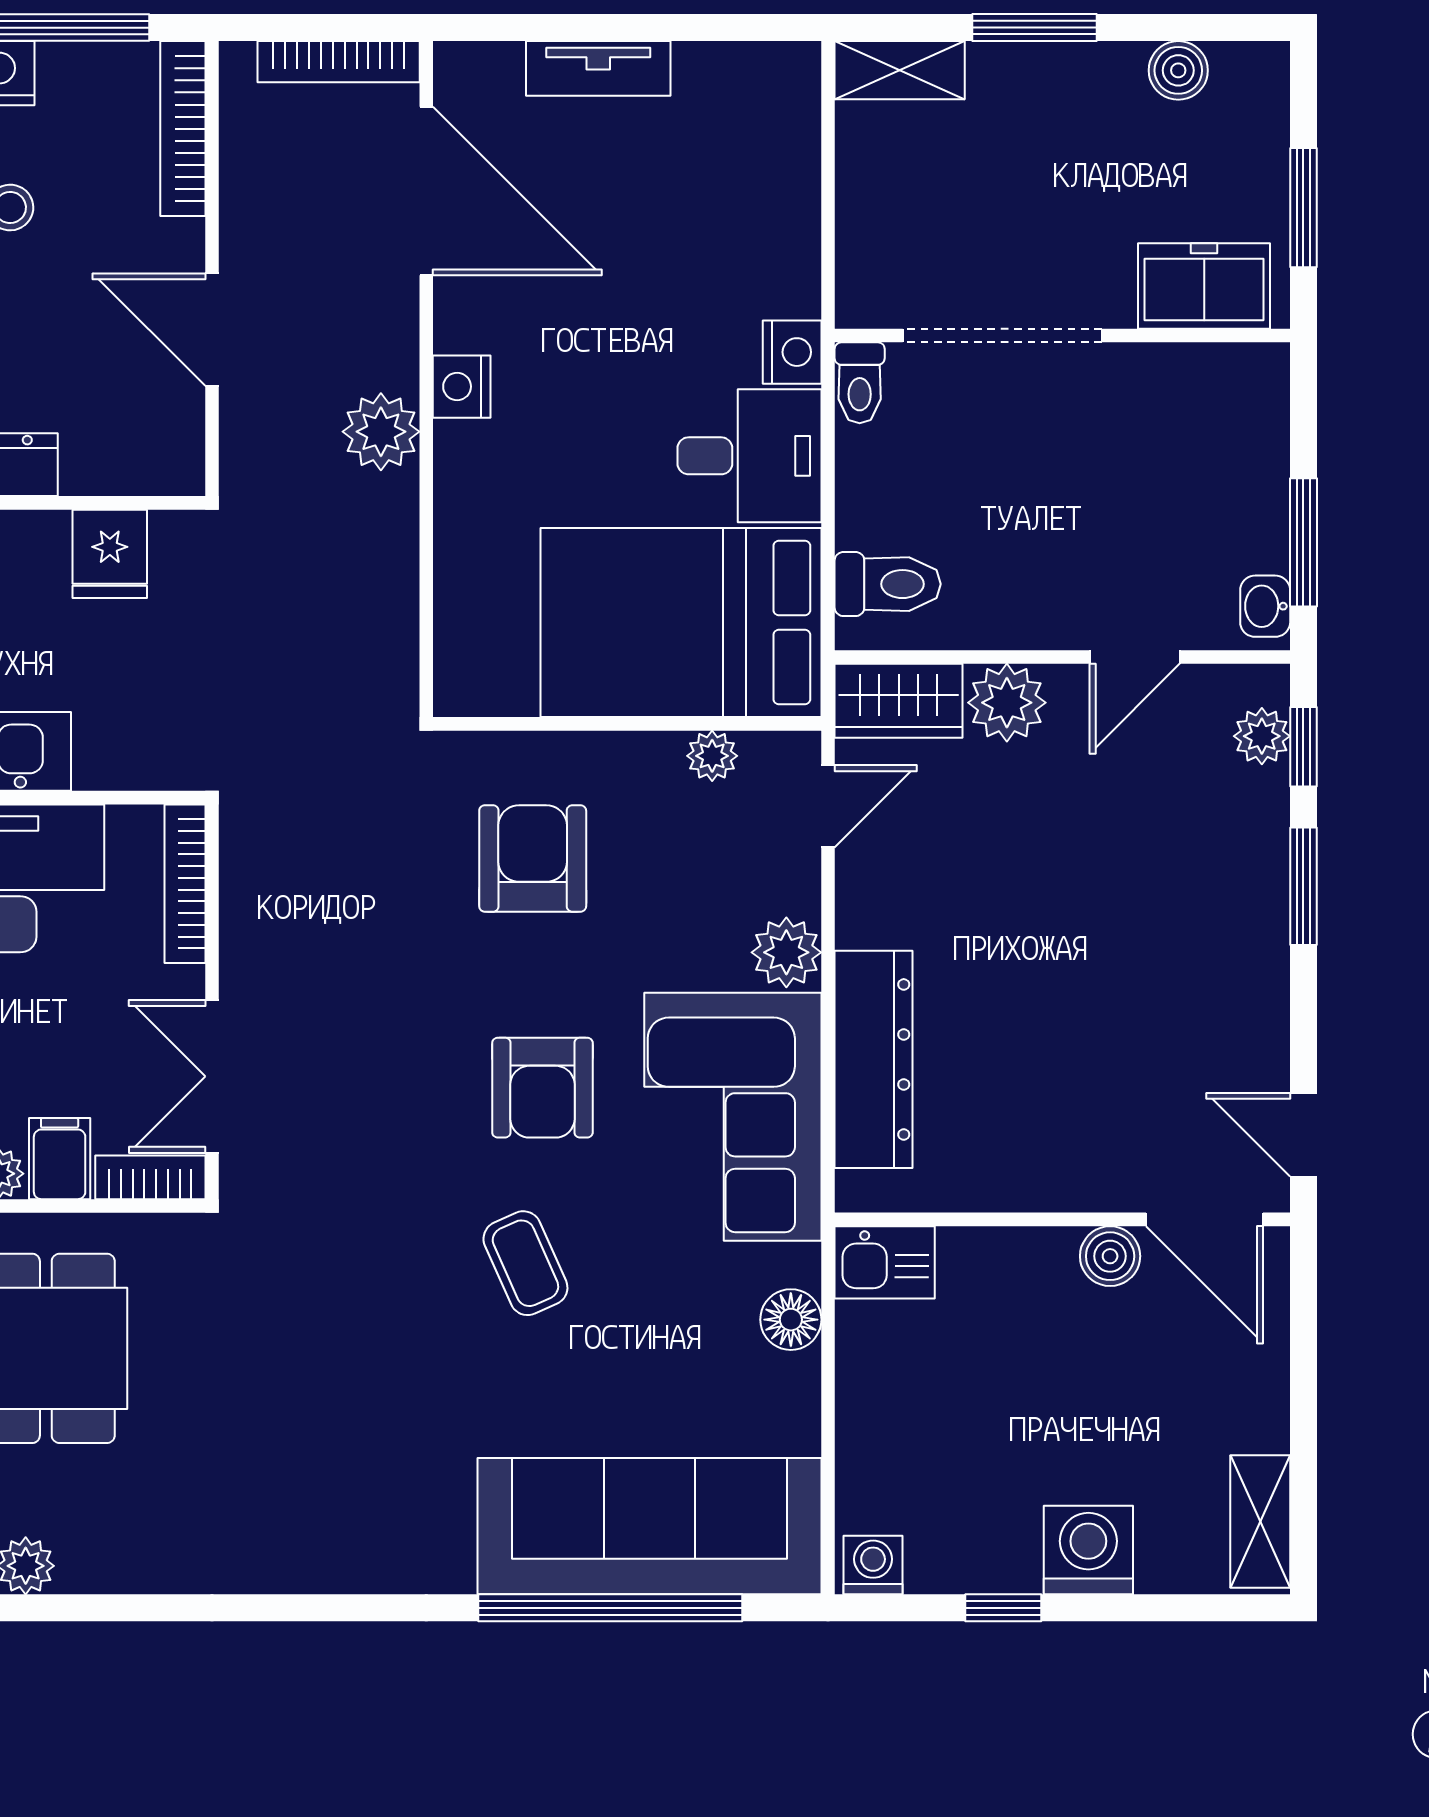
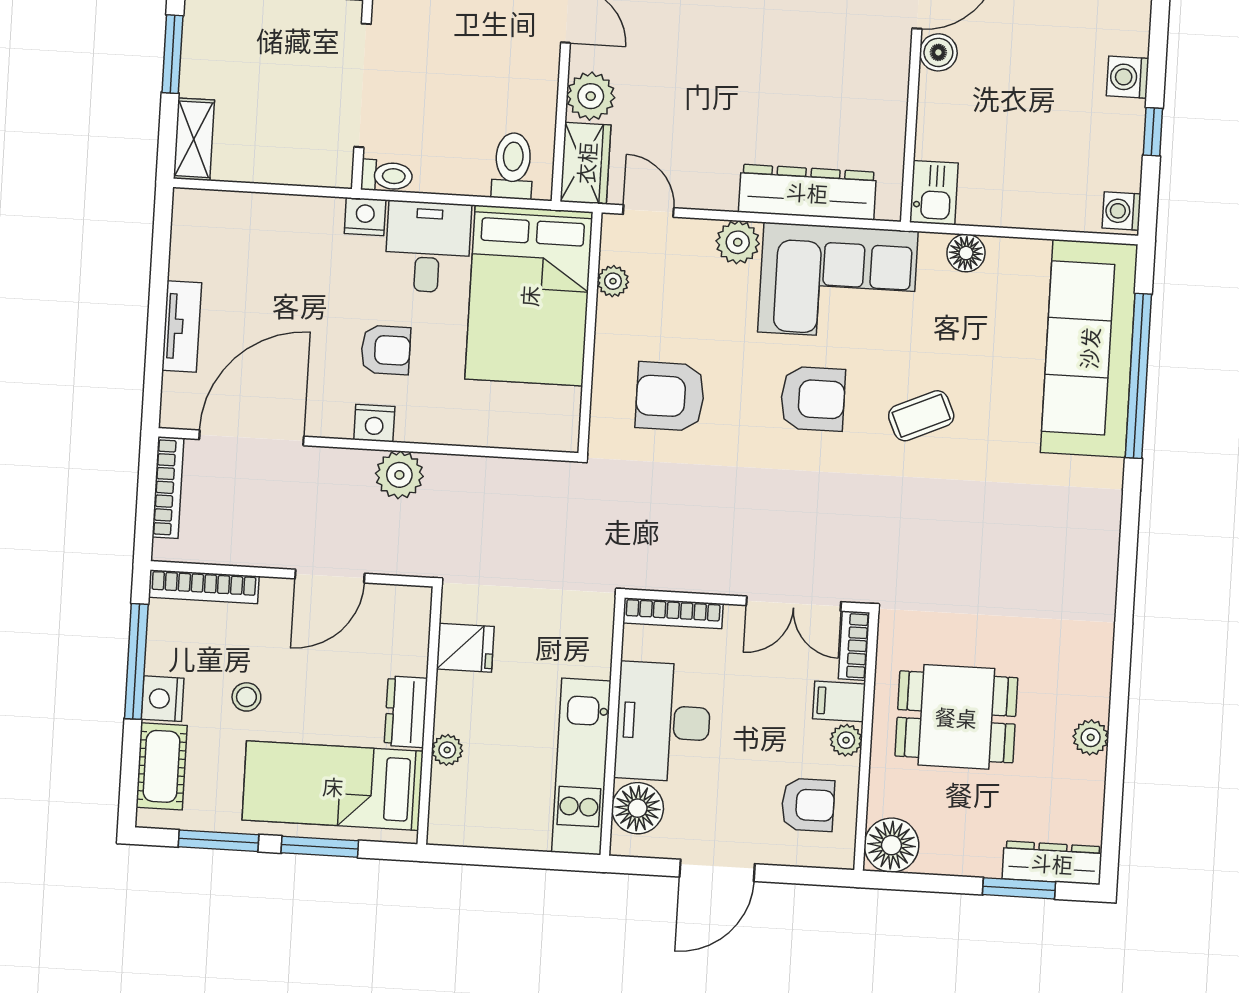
armchair: (580, 398) -> (386, 350), added
washing machine: (1088, 1550) -> (1128, 77), width x0.73, depth x0.73

